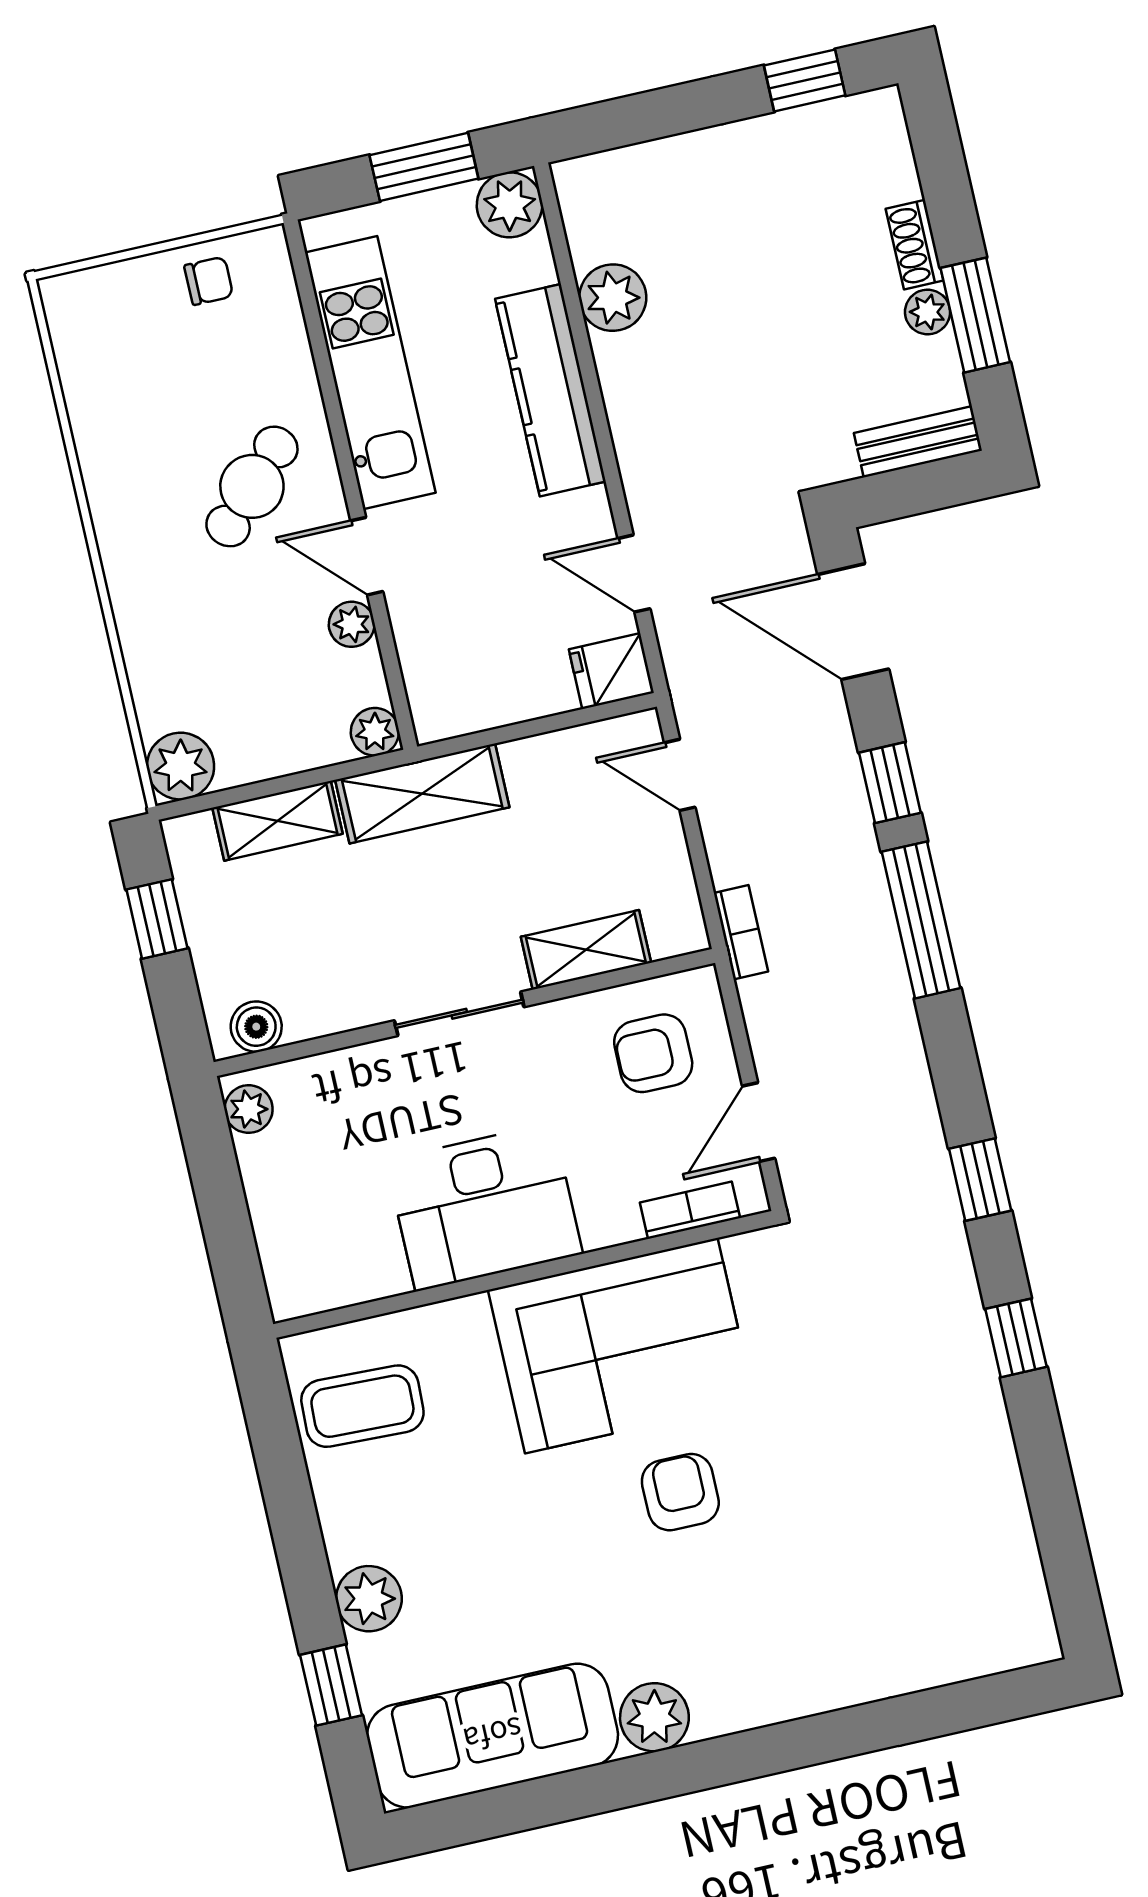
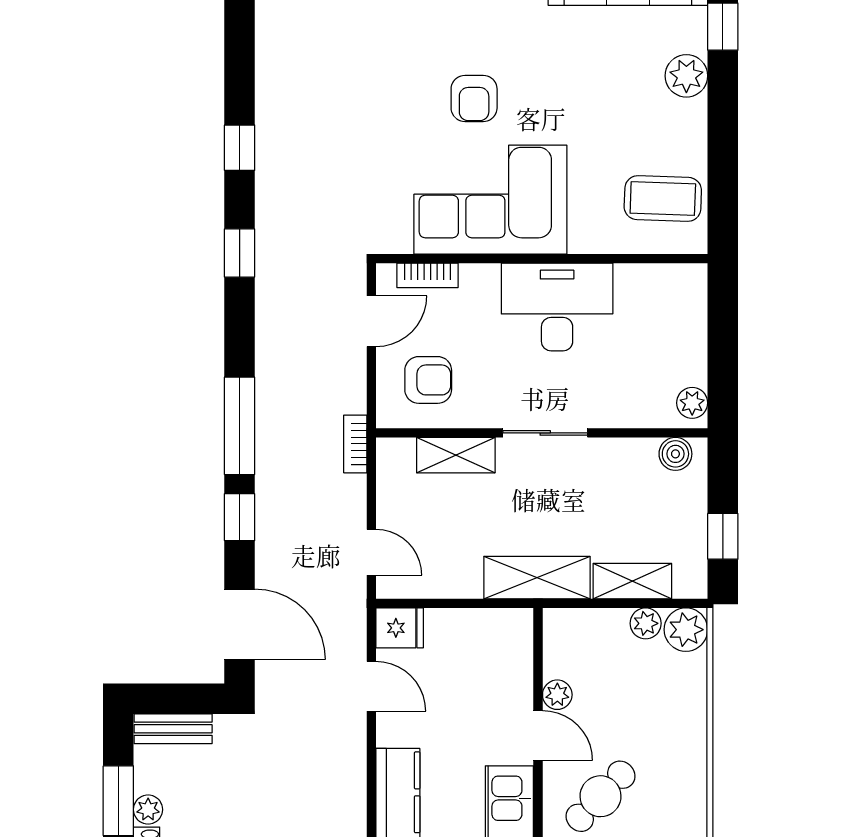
plant: (375, 732) -> (646, 623), moved

